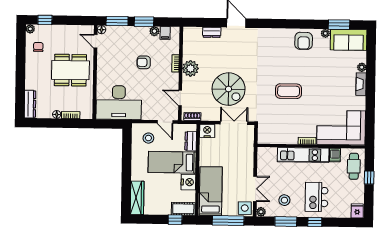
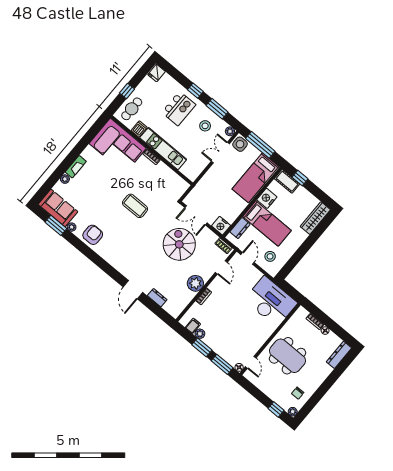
armchair: (144, 62) -> (227, 317), removed

